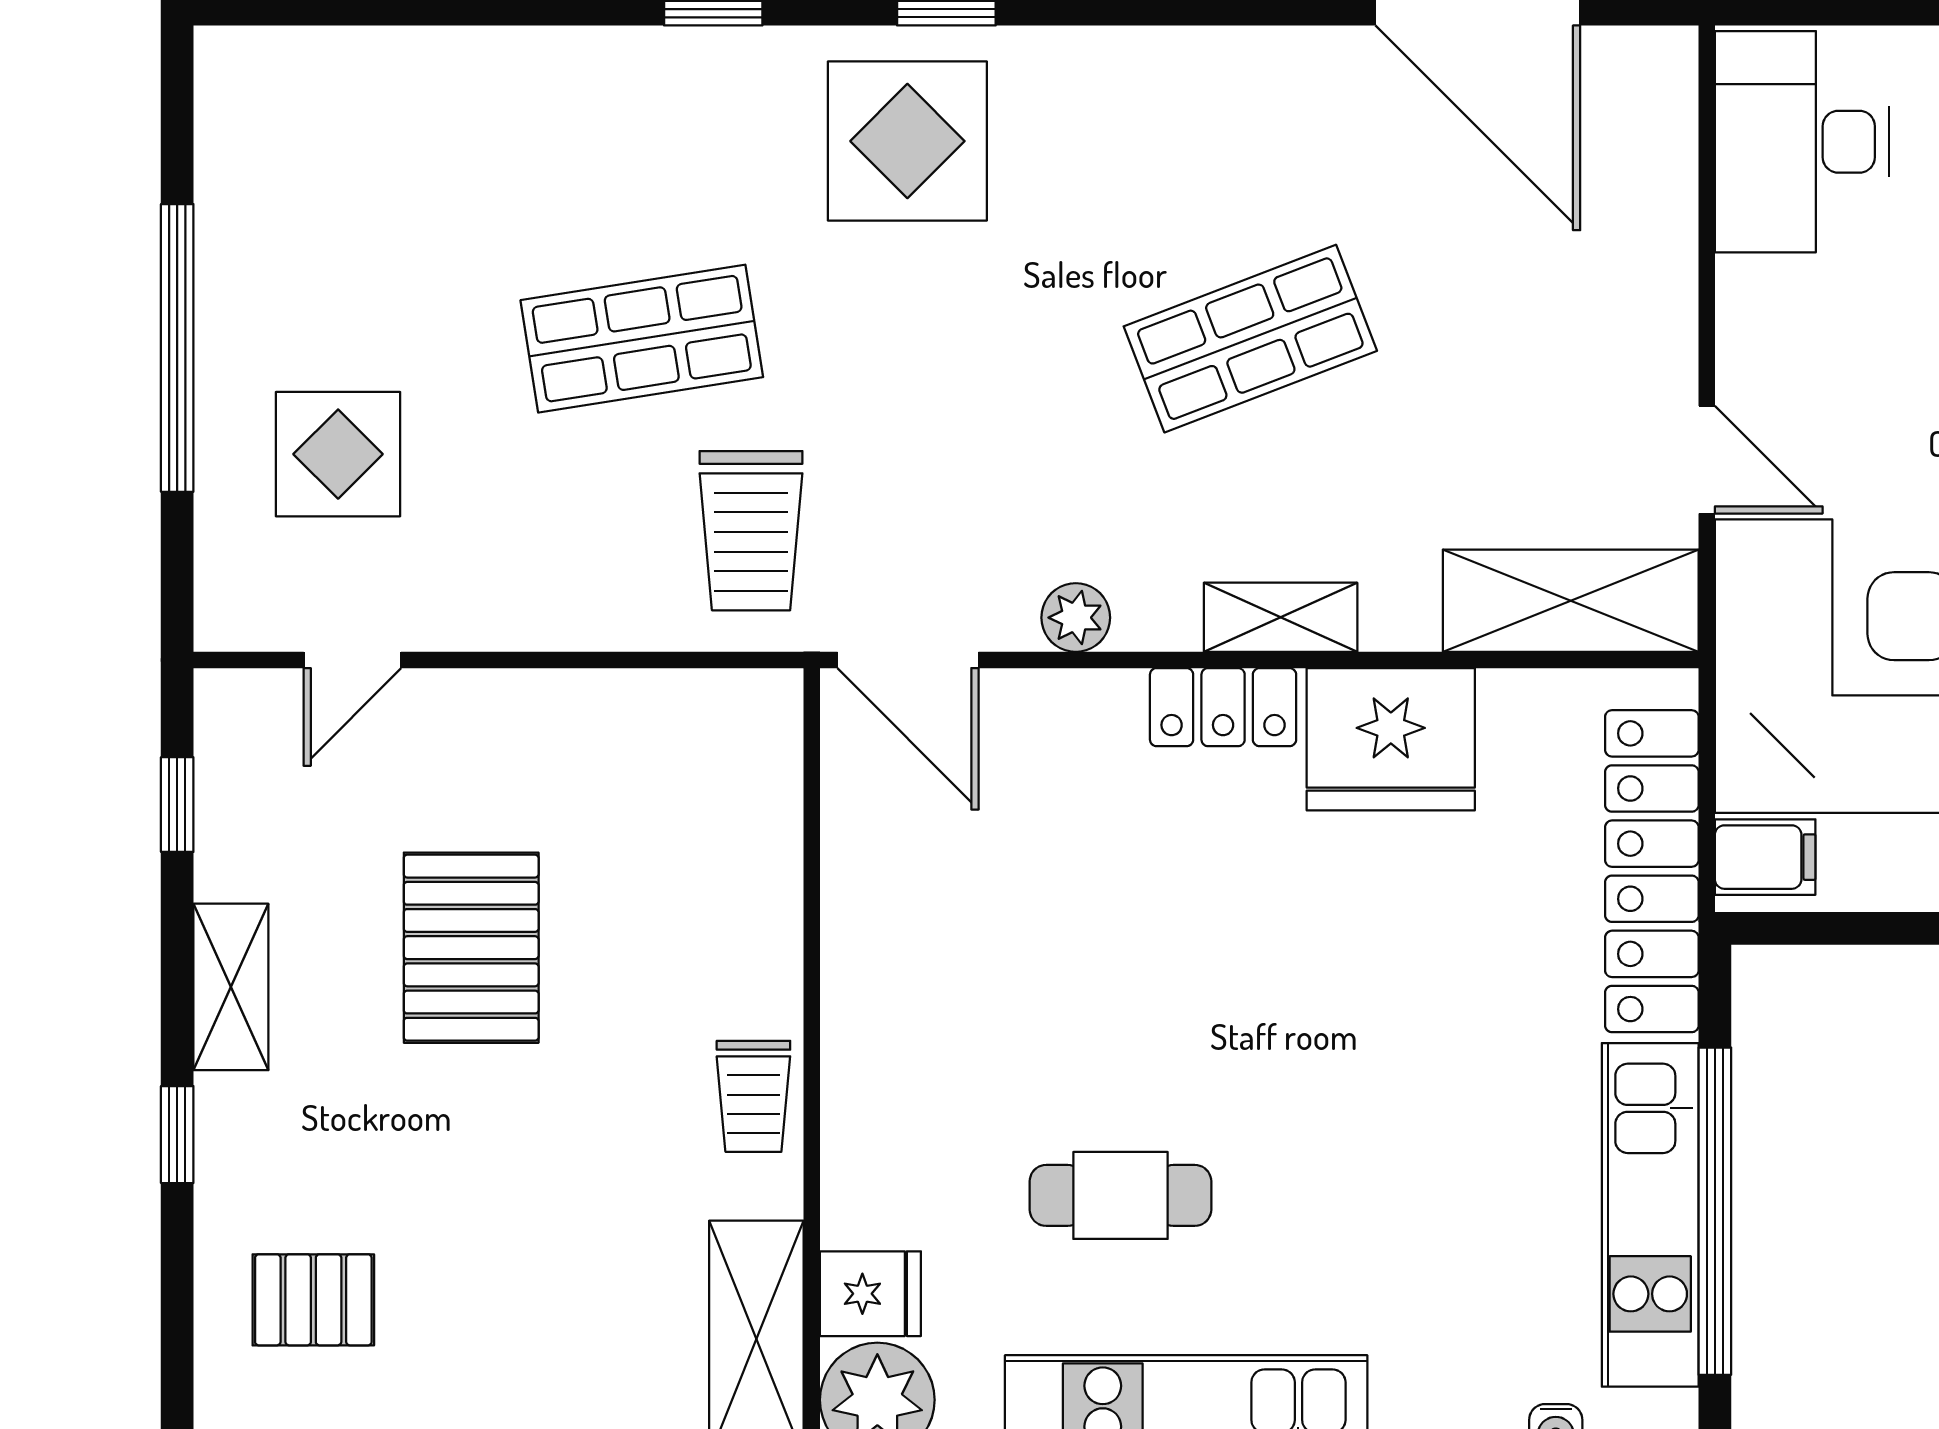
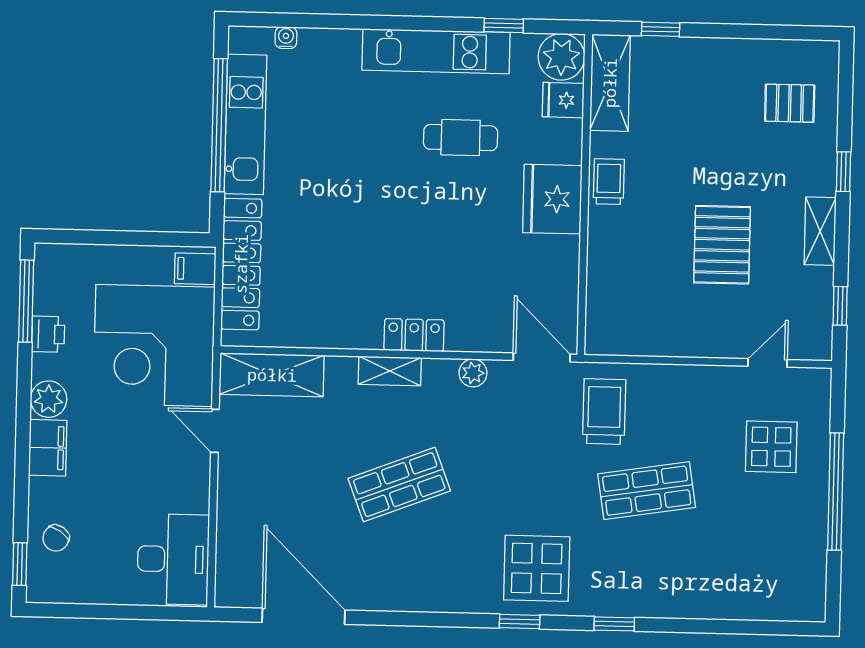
fridge: (1391, 739) -> (552, 199), moved, turned -90

